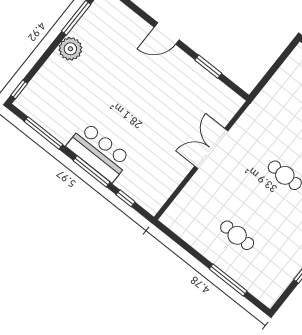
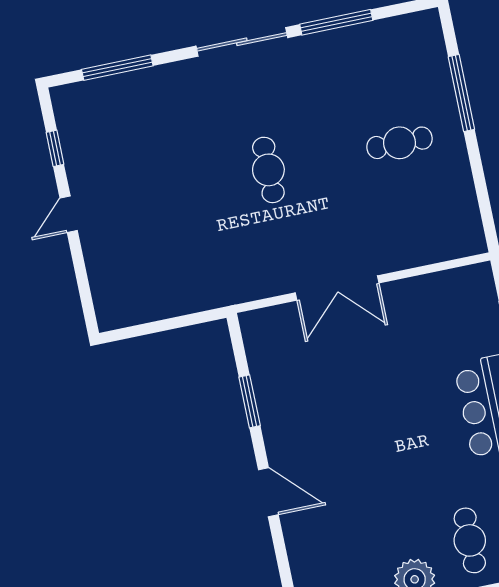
cafe table: (60, 86) -> (470, 540), added
cafe table: (237, 235) -> (400, 143), turned 90

